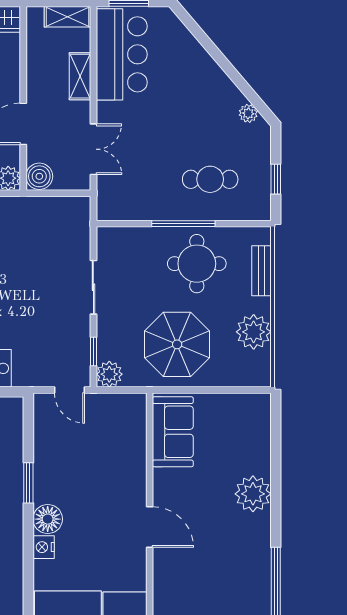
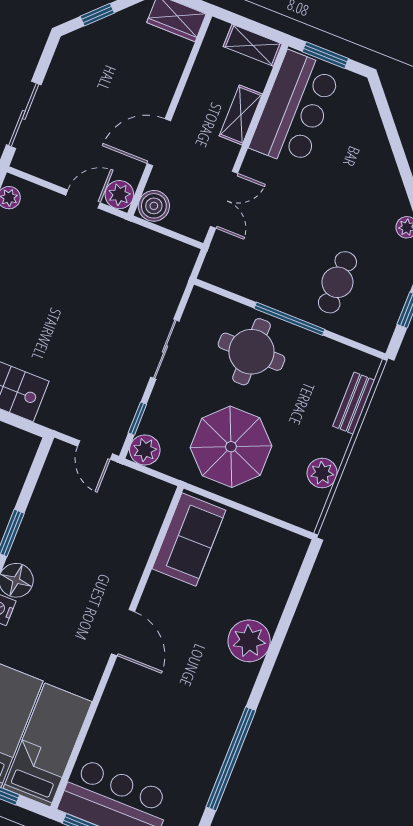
cafe table: (210, 179) -> (337, 282), turned 90
round table: (197, 264) -> (251, 352), moved
plant: (254, 332) -> (322, 473), width x0.73, depth x0.73

